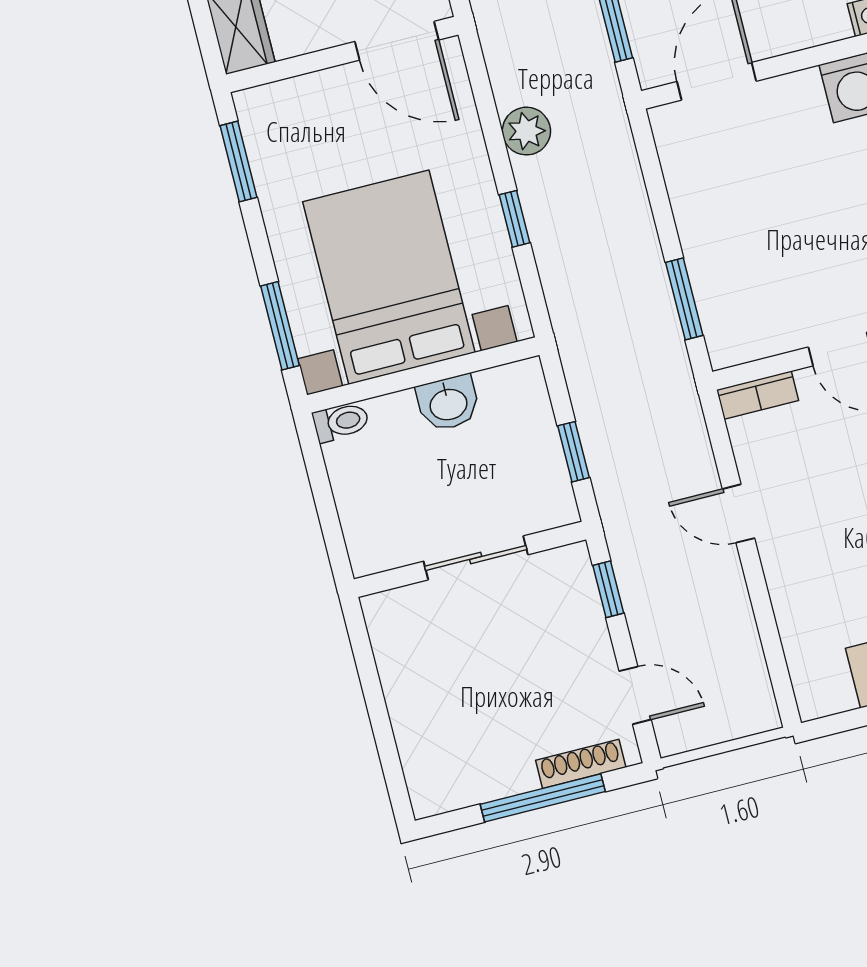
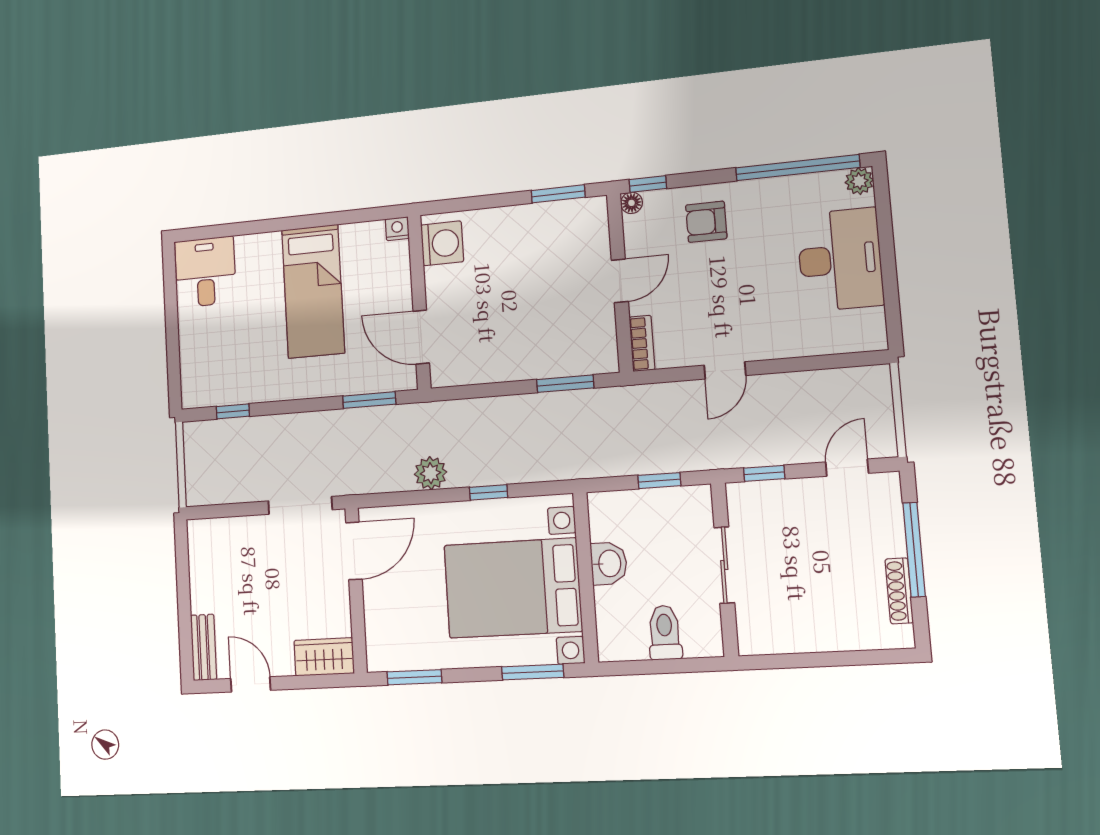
toilet: (341, 422) -> (665, 633), moved, width x1.37, depth x1.39
shoe rack: (581, 764) -> (899, 591), moved

